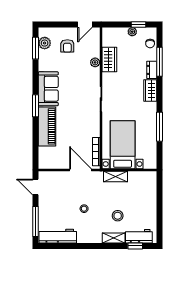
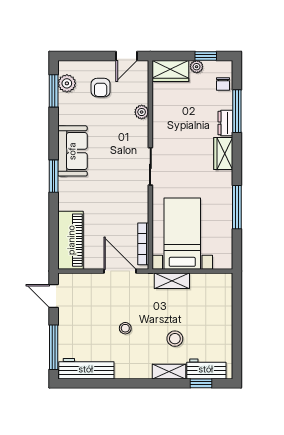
wardrobe: (109, 59) -> (170, 71), moved, turned 90
piano: (47, 126) -> (71, 240), moved

